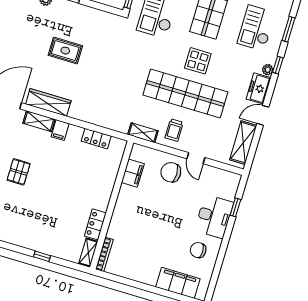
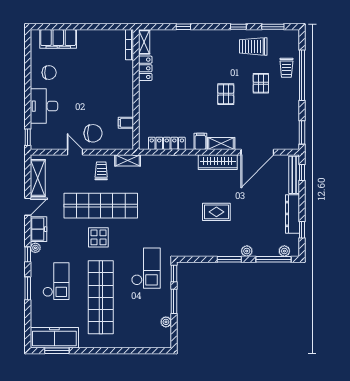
locker: (96, 139) -> (167, 143), width x1.53
filing cabinet: (133, 173) -> (126, 123), width x0.50
window: (235, 207) -> (28, 137), moved

